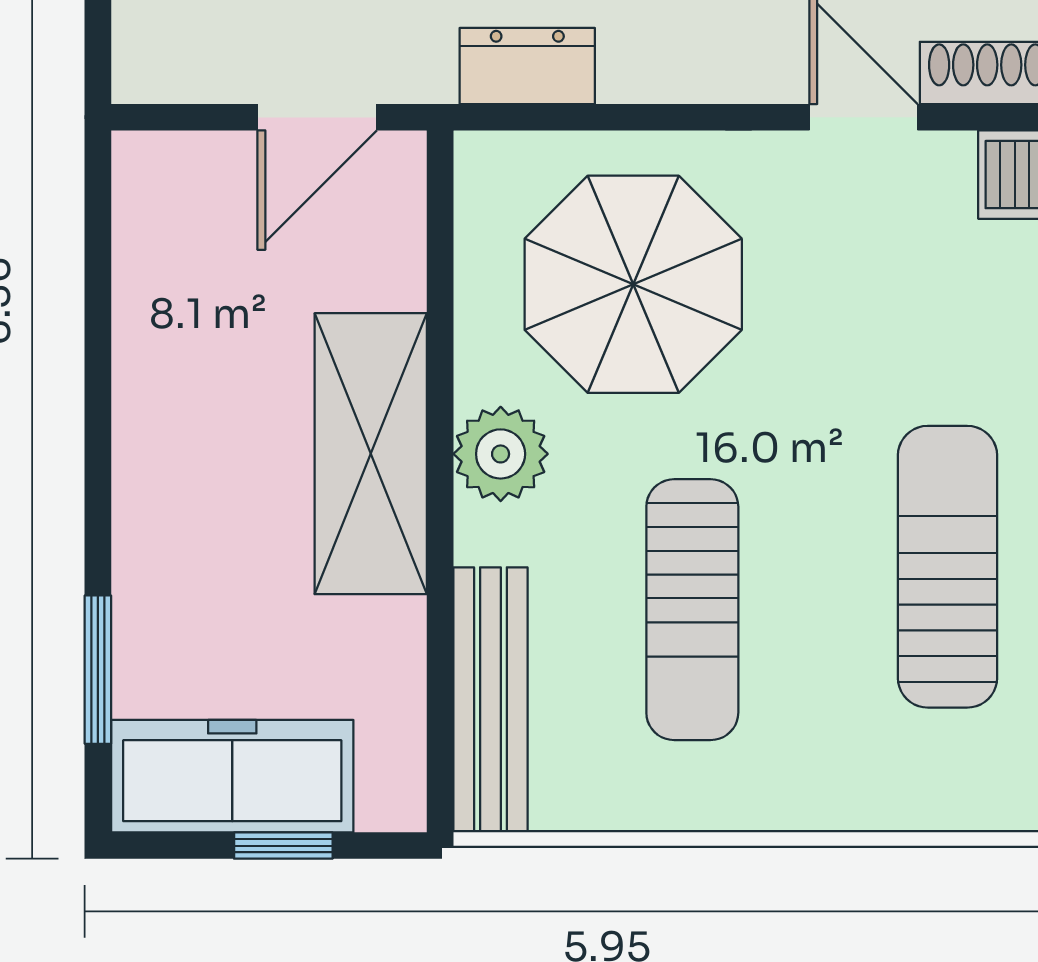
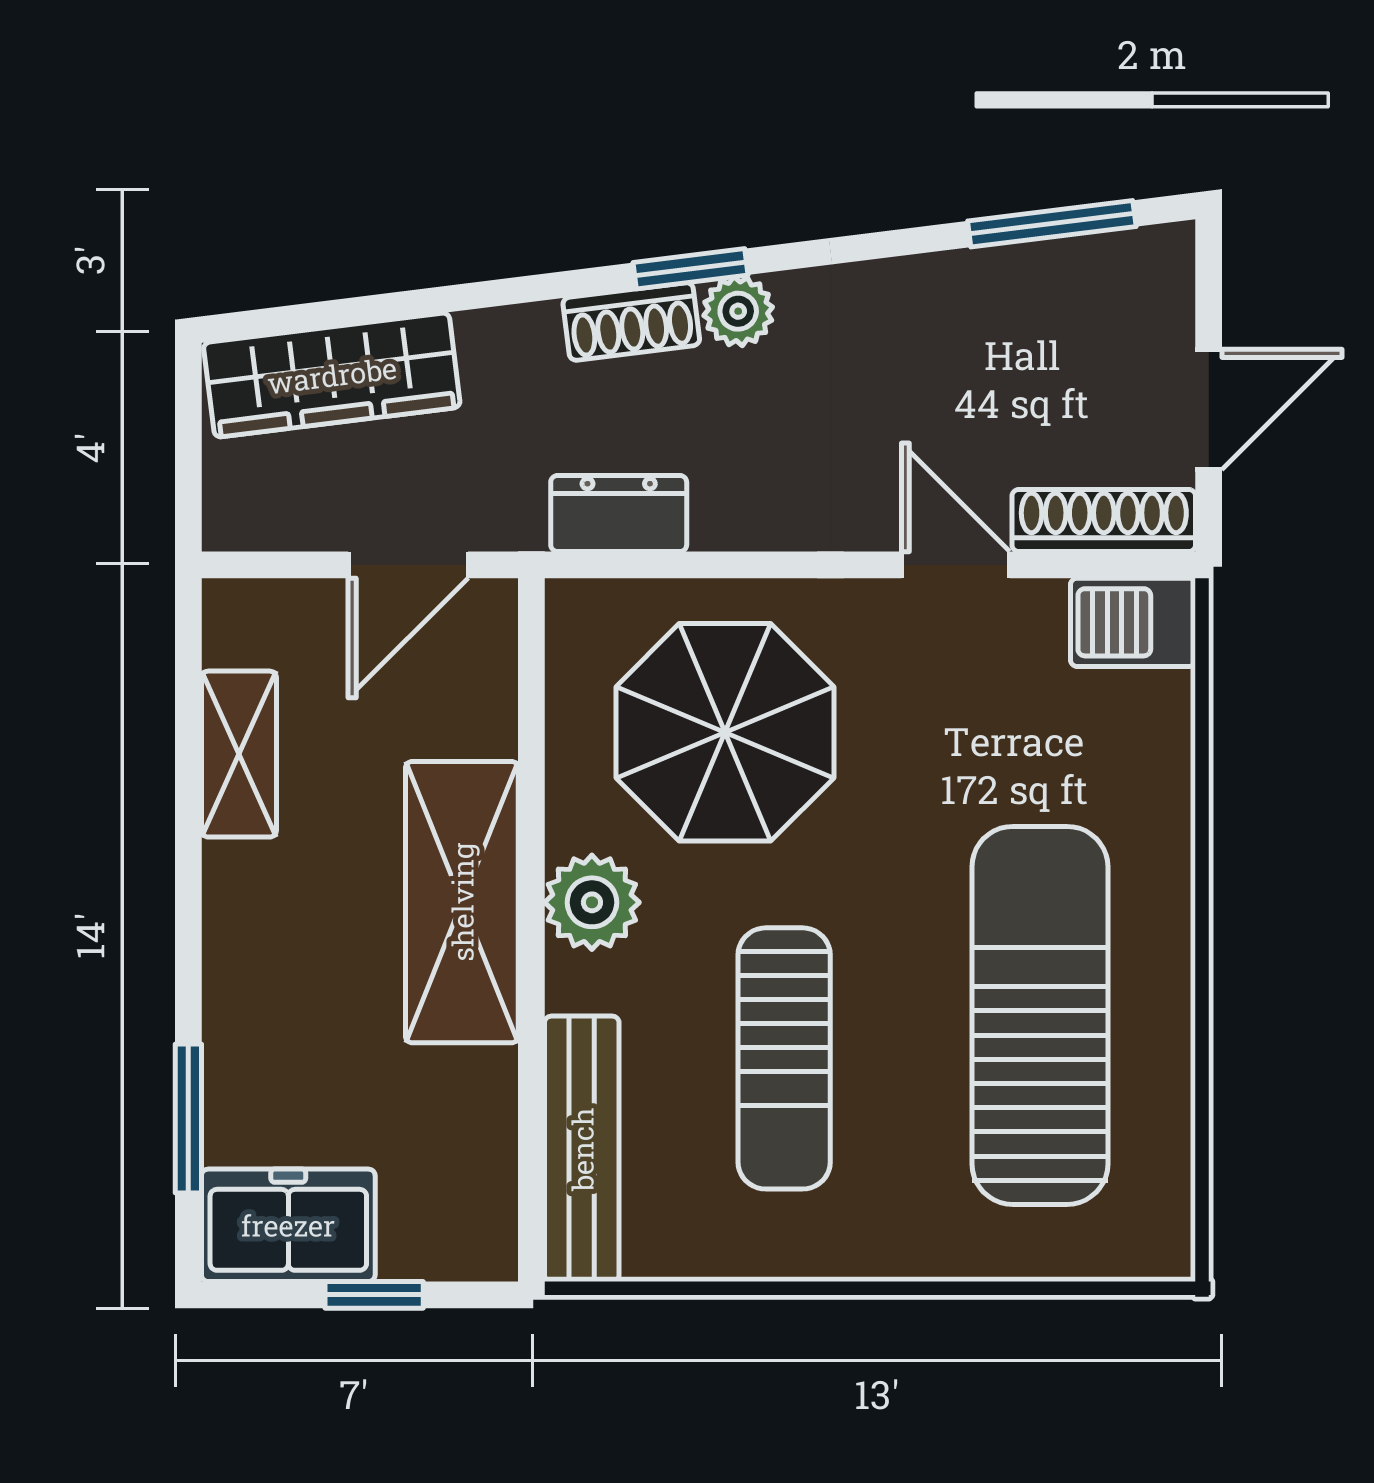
shelving: (148, 306) -> (239, 754), added
sun lounger: (947, 567) -> (1040, 1015), width x1.36, depth x1.34
freezer: (232, 776) -> (288, 1225), width x0.71

